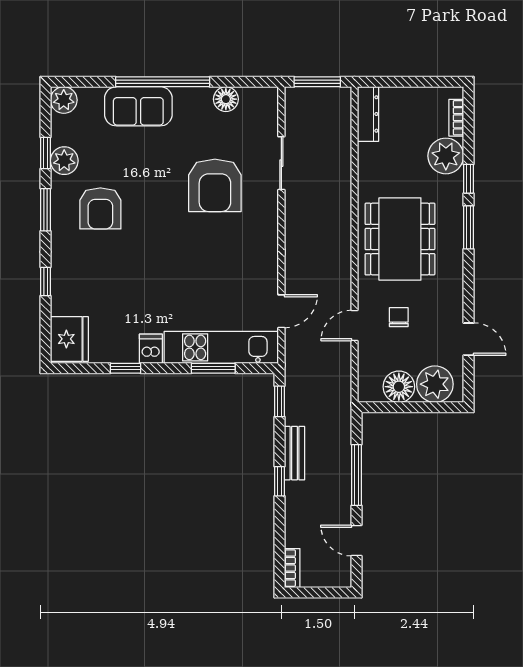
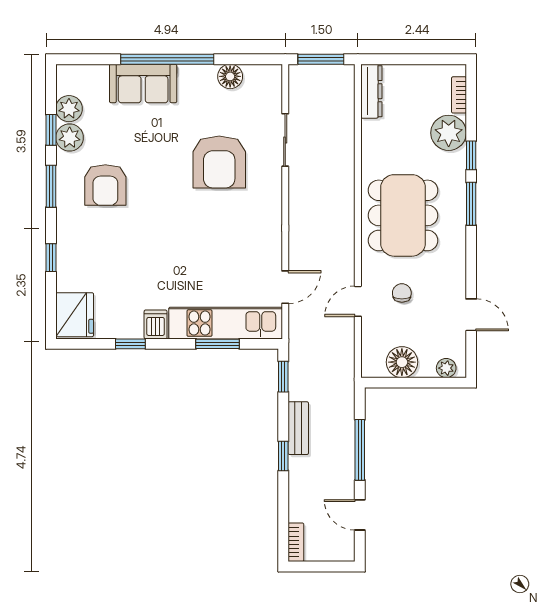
plant: (64, 100) -> (69, 109), moved
plant: (435, 384) -> (446, 368), width x0.53, depth x0.53

